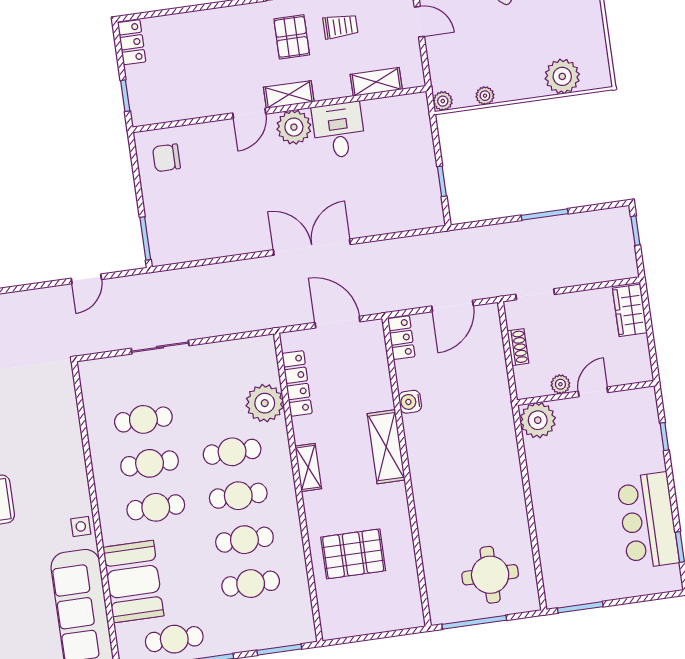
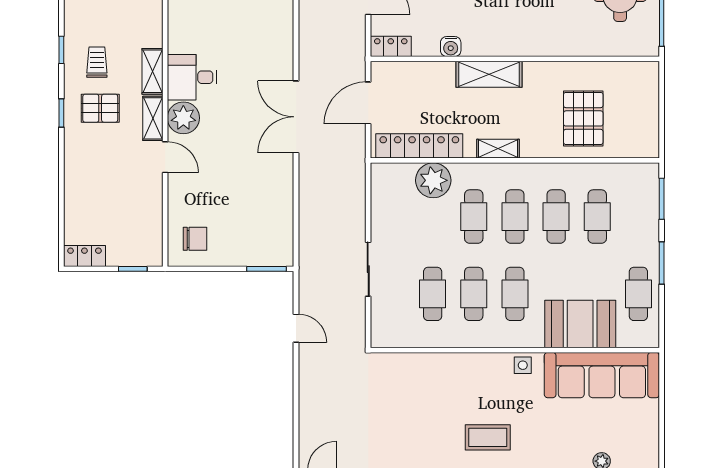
shelving: (376, 82) -> (153, 71), moved
chair: (167, 158) -> (195, 239), turned -90
locker: (297, 383) -> (419, 146), width x1.41, depth x1.21

